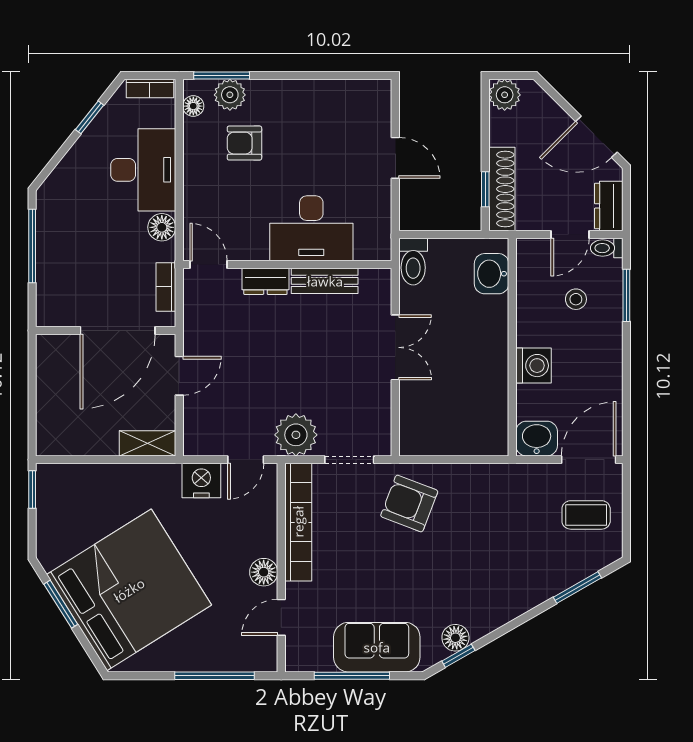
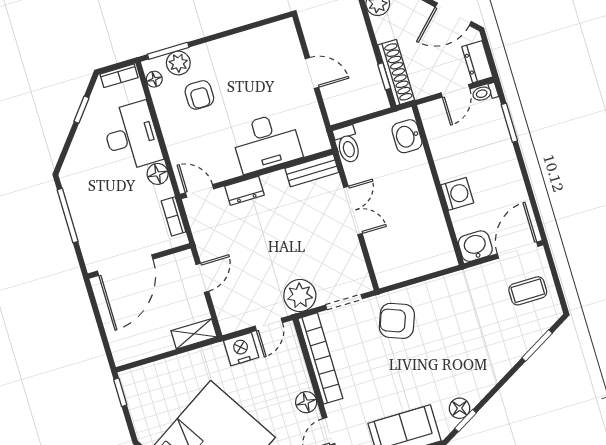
armchair: (244, 143) -> (199, 95), turned -90
bench: (325, 281) -> (312, 170), moved
stool: (576, 299) -> (474, 137), removed
door: (118, 331) -> (125, 265), moved

